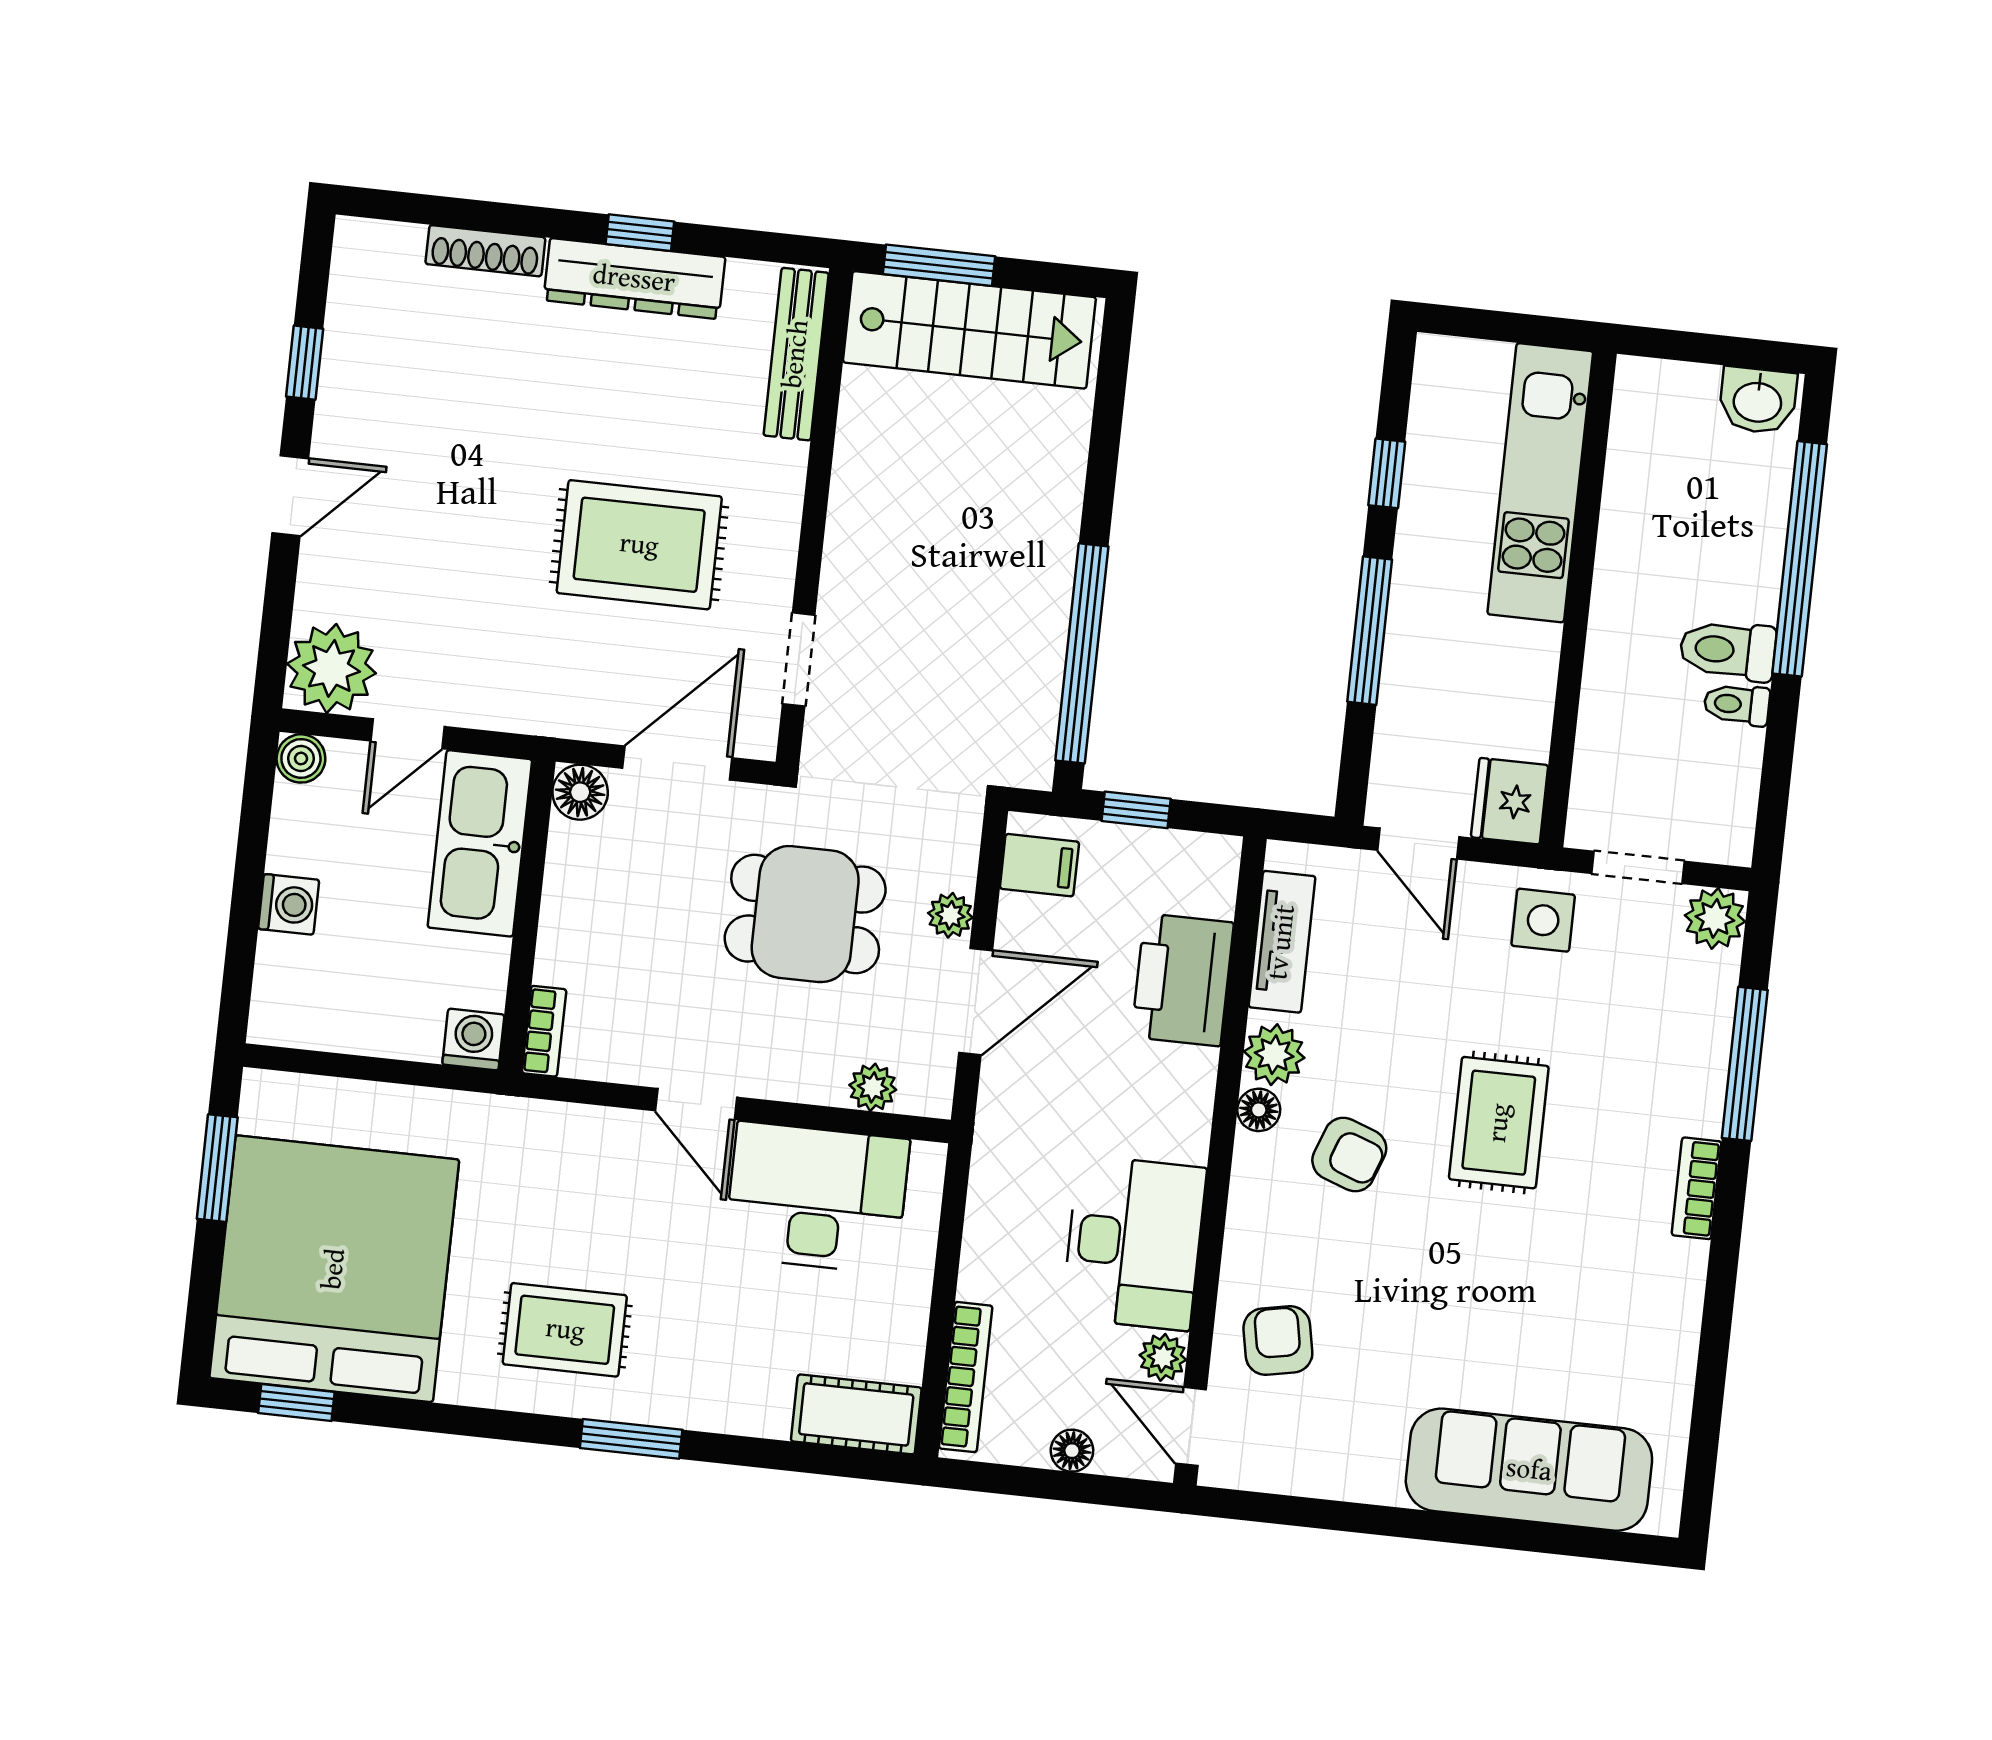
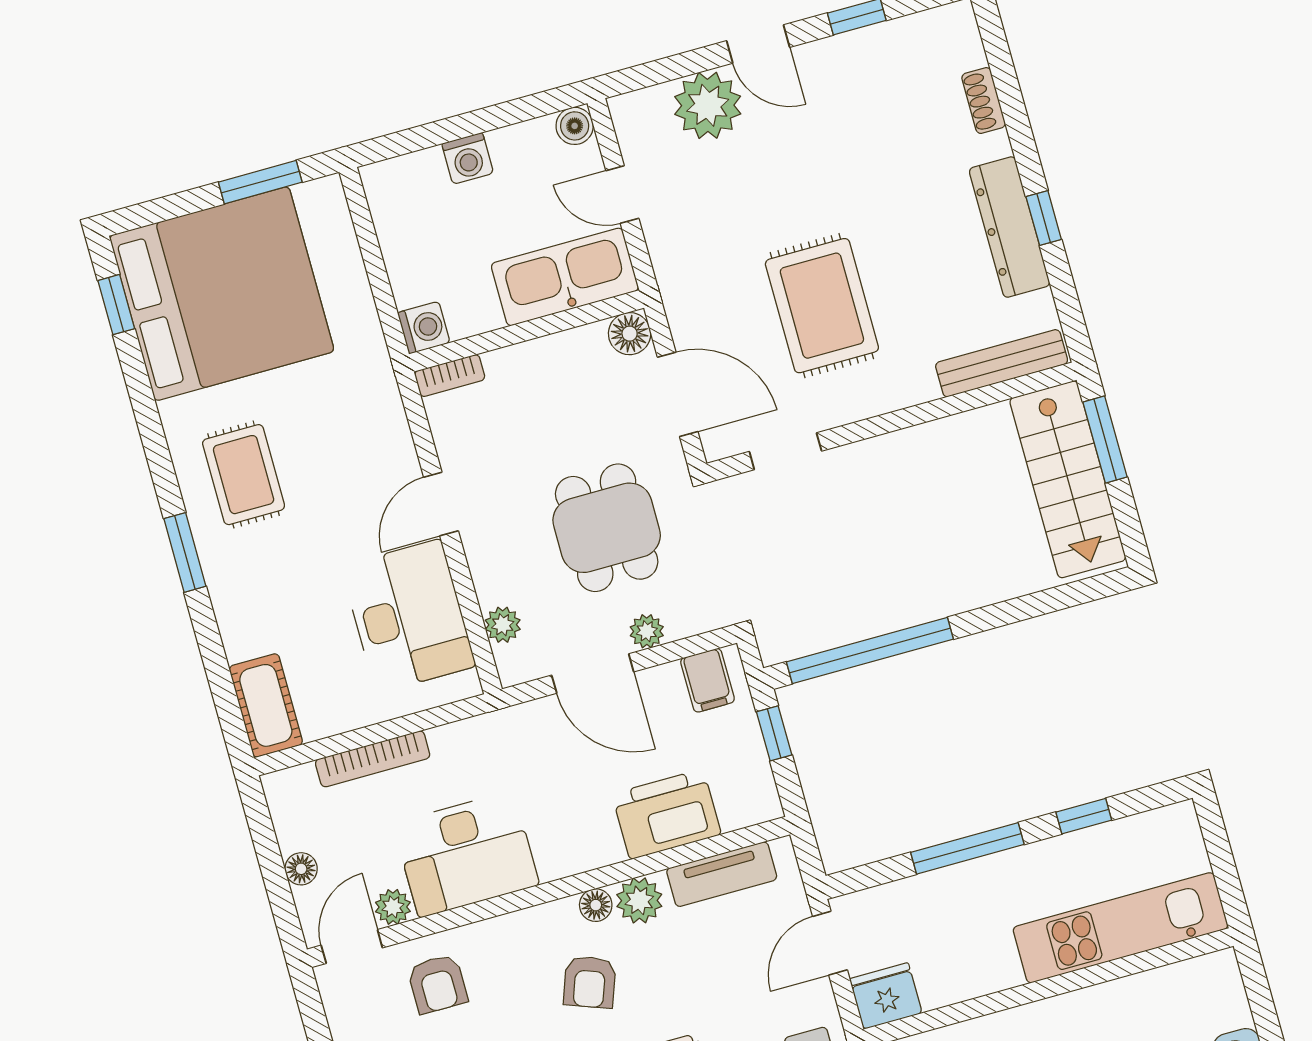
shoe rack: (485, 251) -> (984, 101), width x0.70
plant: (331, 668) -> (708, 105), moved
armchair: (1278, 1341) -> (437, 984), turned 101
bookcase: (966, 1377) -> (373, 759), moved

